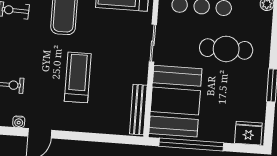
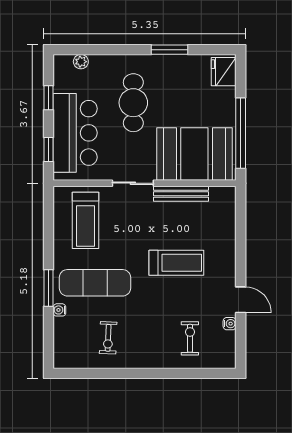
treadmill: (78, 77) -> (176, 263), turned 180
bench: (138, 110) -> (181, 194), moved

